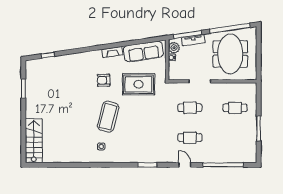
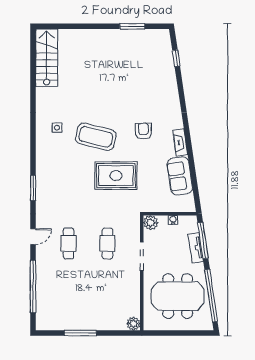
plant: (174, 48) -> (151, 223), moved
sofa: (143, 51) -> (180, 176), width x0.73
rug: (139, 84) -> (116, 176), moved, turned 90
plant: (251, 88) -> (134, 324), added
cafe table: (235, 108) -> (107, 302), removed
stairs: (34, 141) -> (47, 58), moved, turned -90

